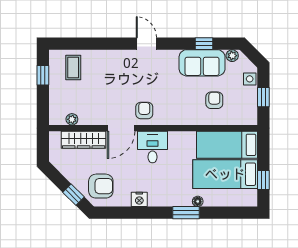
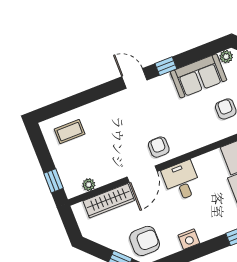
window: (204, 44) -> (166, 66), moved
coffee table: (73, 67) -> (70, 132), turned 90
window: (43, 75) -> (53, 181), moved

